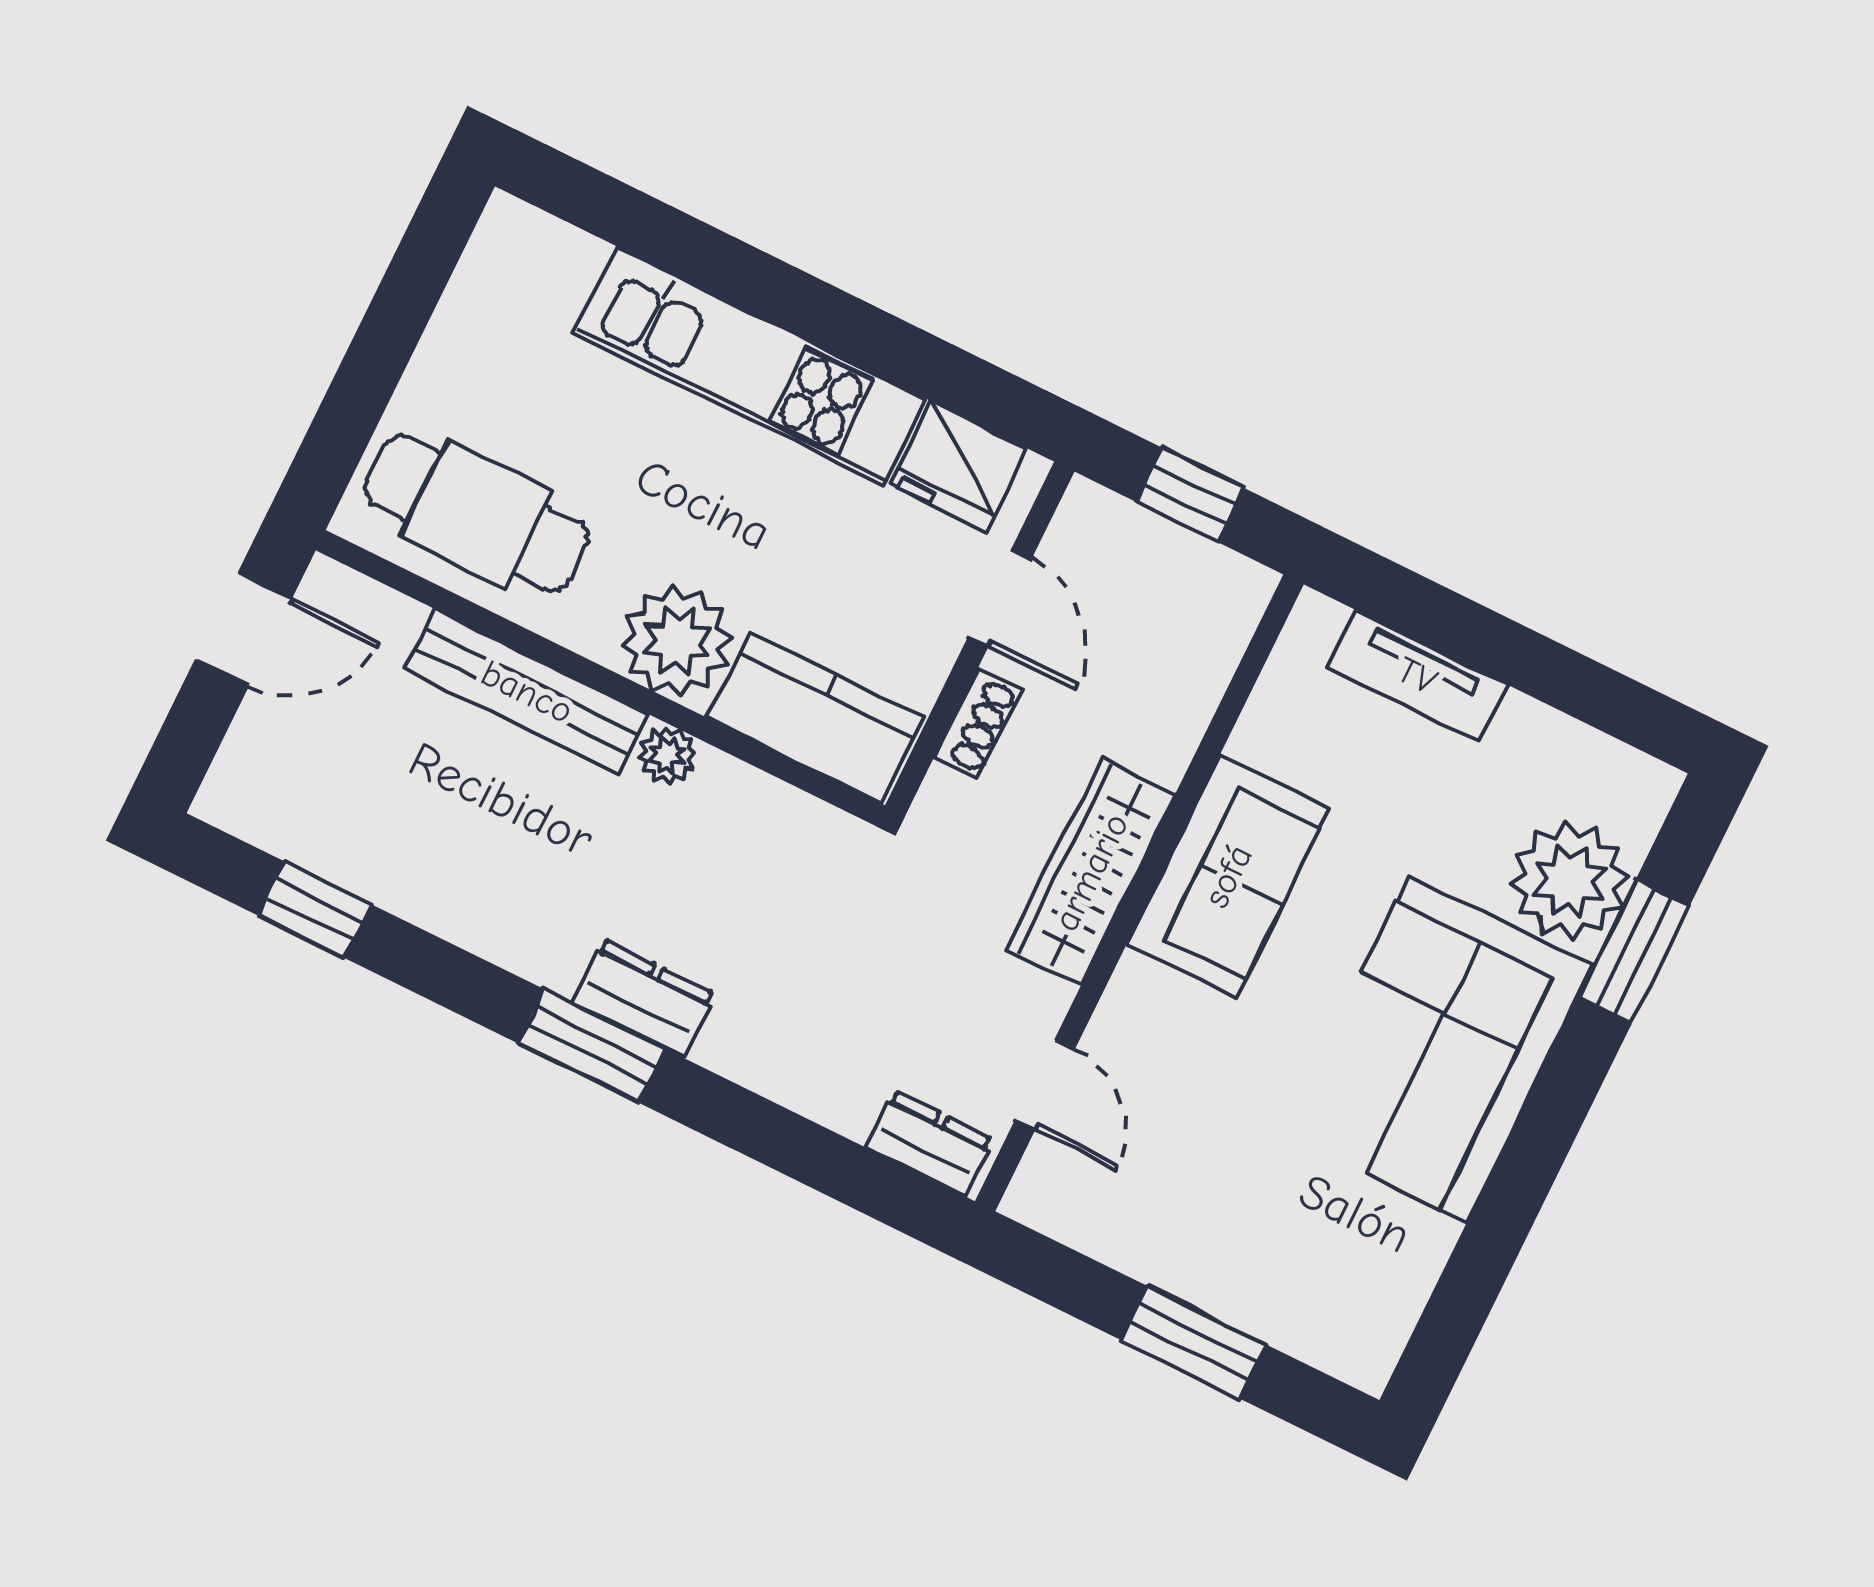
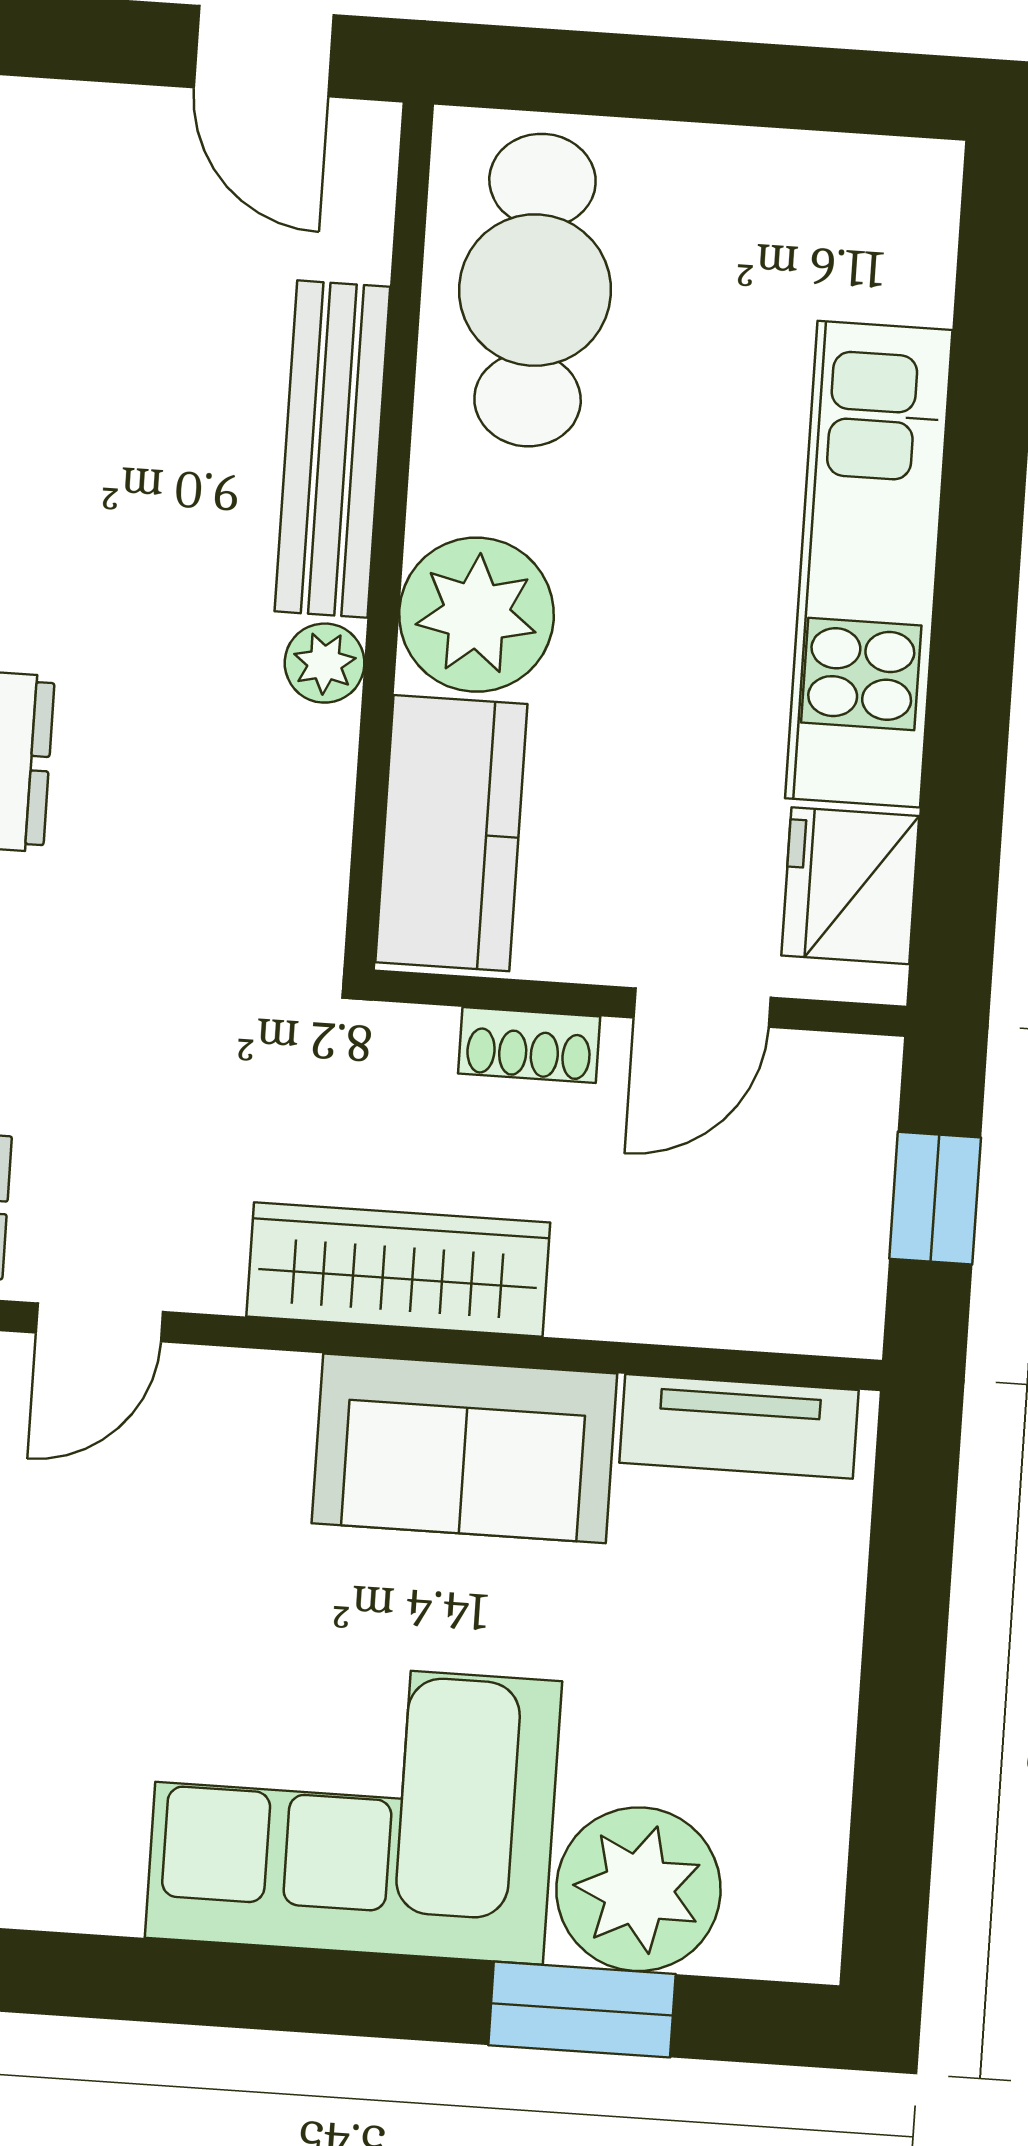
tv unit: (1417, 676) -> (739, 1426), moved, turned -90

